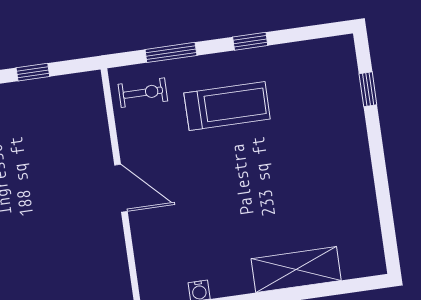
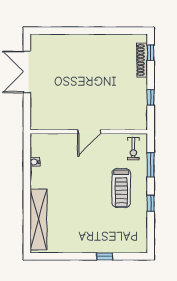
window: (368, 89) -> (105, 256), moved
shelving: (296, 270) -> (38, 220), width x1.47

